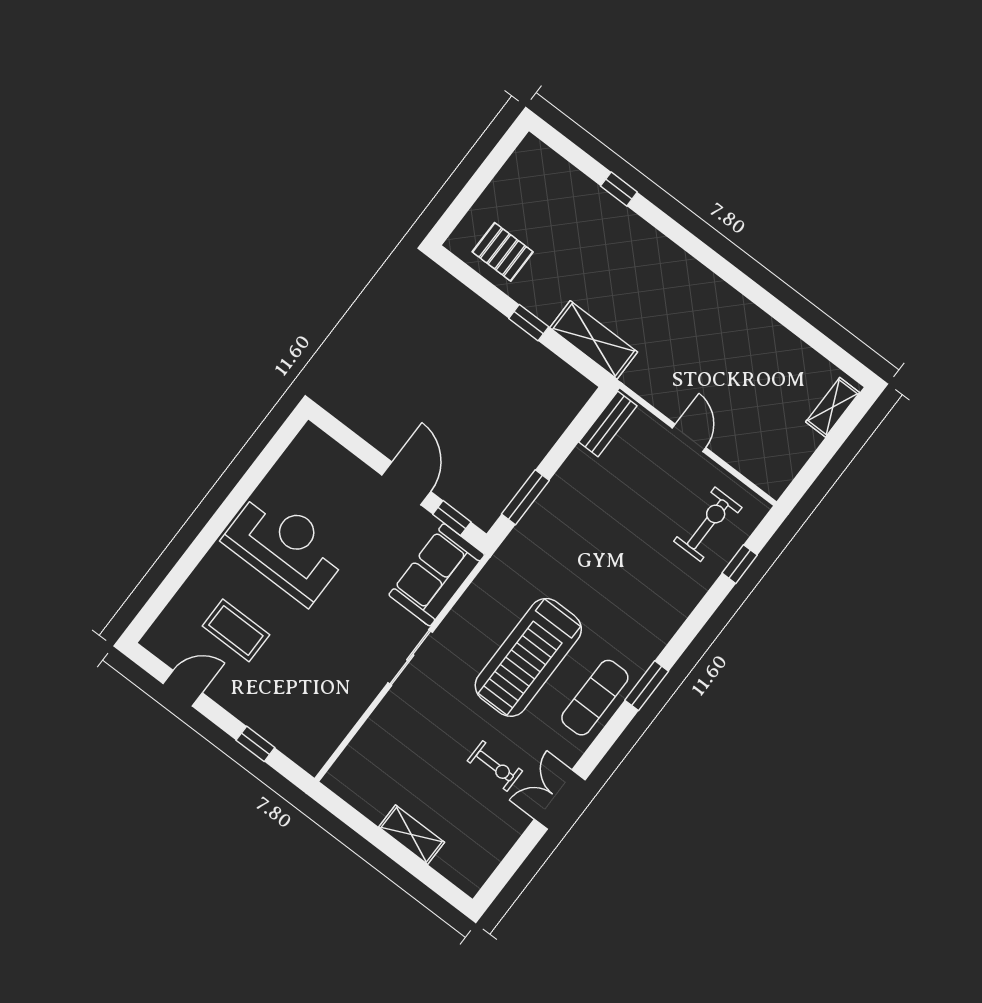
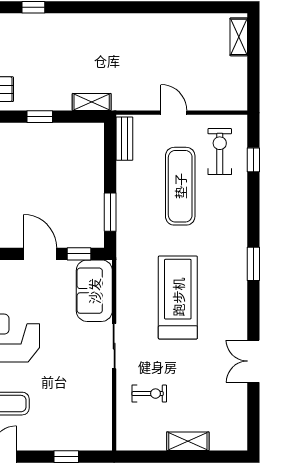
shelving: (594, 340) -> (92, 102), width x0.67, depth x0.75
treadmill: (528, 657) -> (178, 297), turned 180
exercise mat: (595, 698) -> (180, 186), moved, width x1.36, depth x1.45
exercise bike: (495, 766) -> (149, 394), moved

